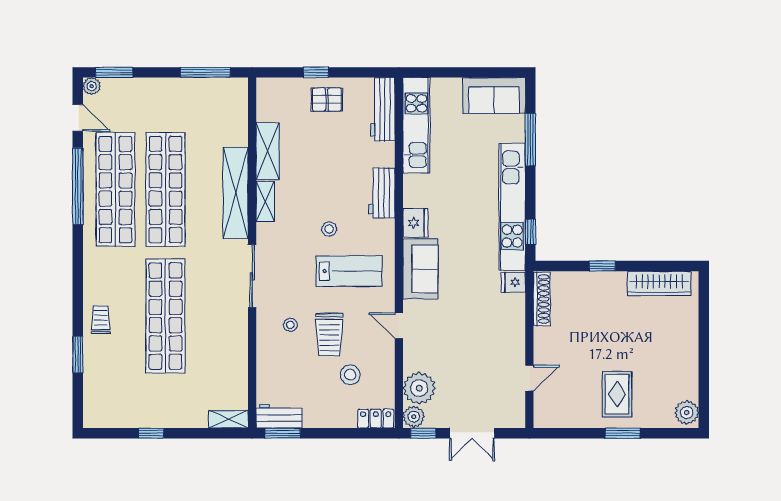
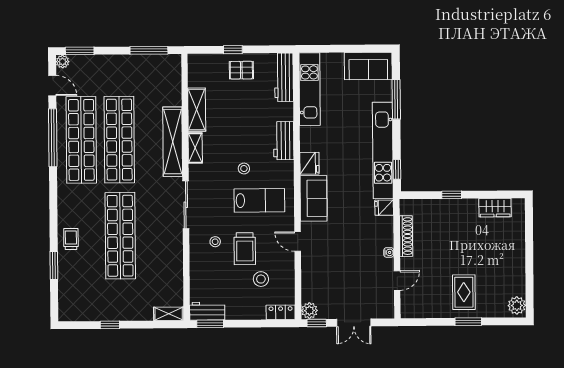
wardrobe: (659, 283) -> (495, 208), width x0.67
shoe rack: (542, 299) -> (406, 236), moved
water cooler: (519, 341) -> (389, 252), added
plant: (419, 388) -> (313, 289), removed

